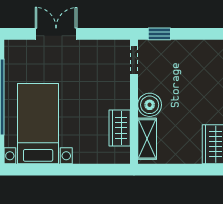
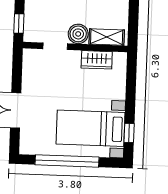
doorway: (134, 60) -> (55, 46), moved
window: (34, 170) -> (129, 133), added

